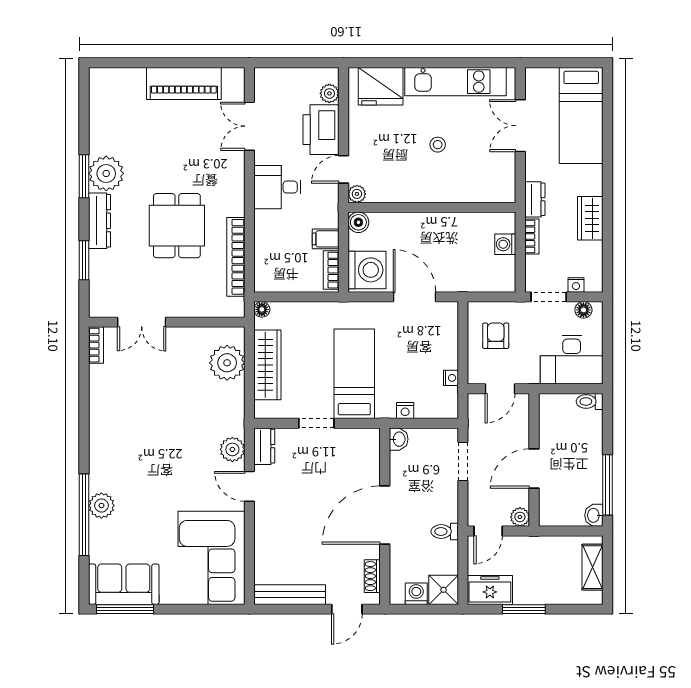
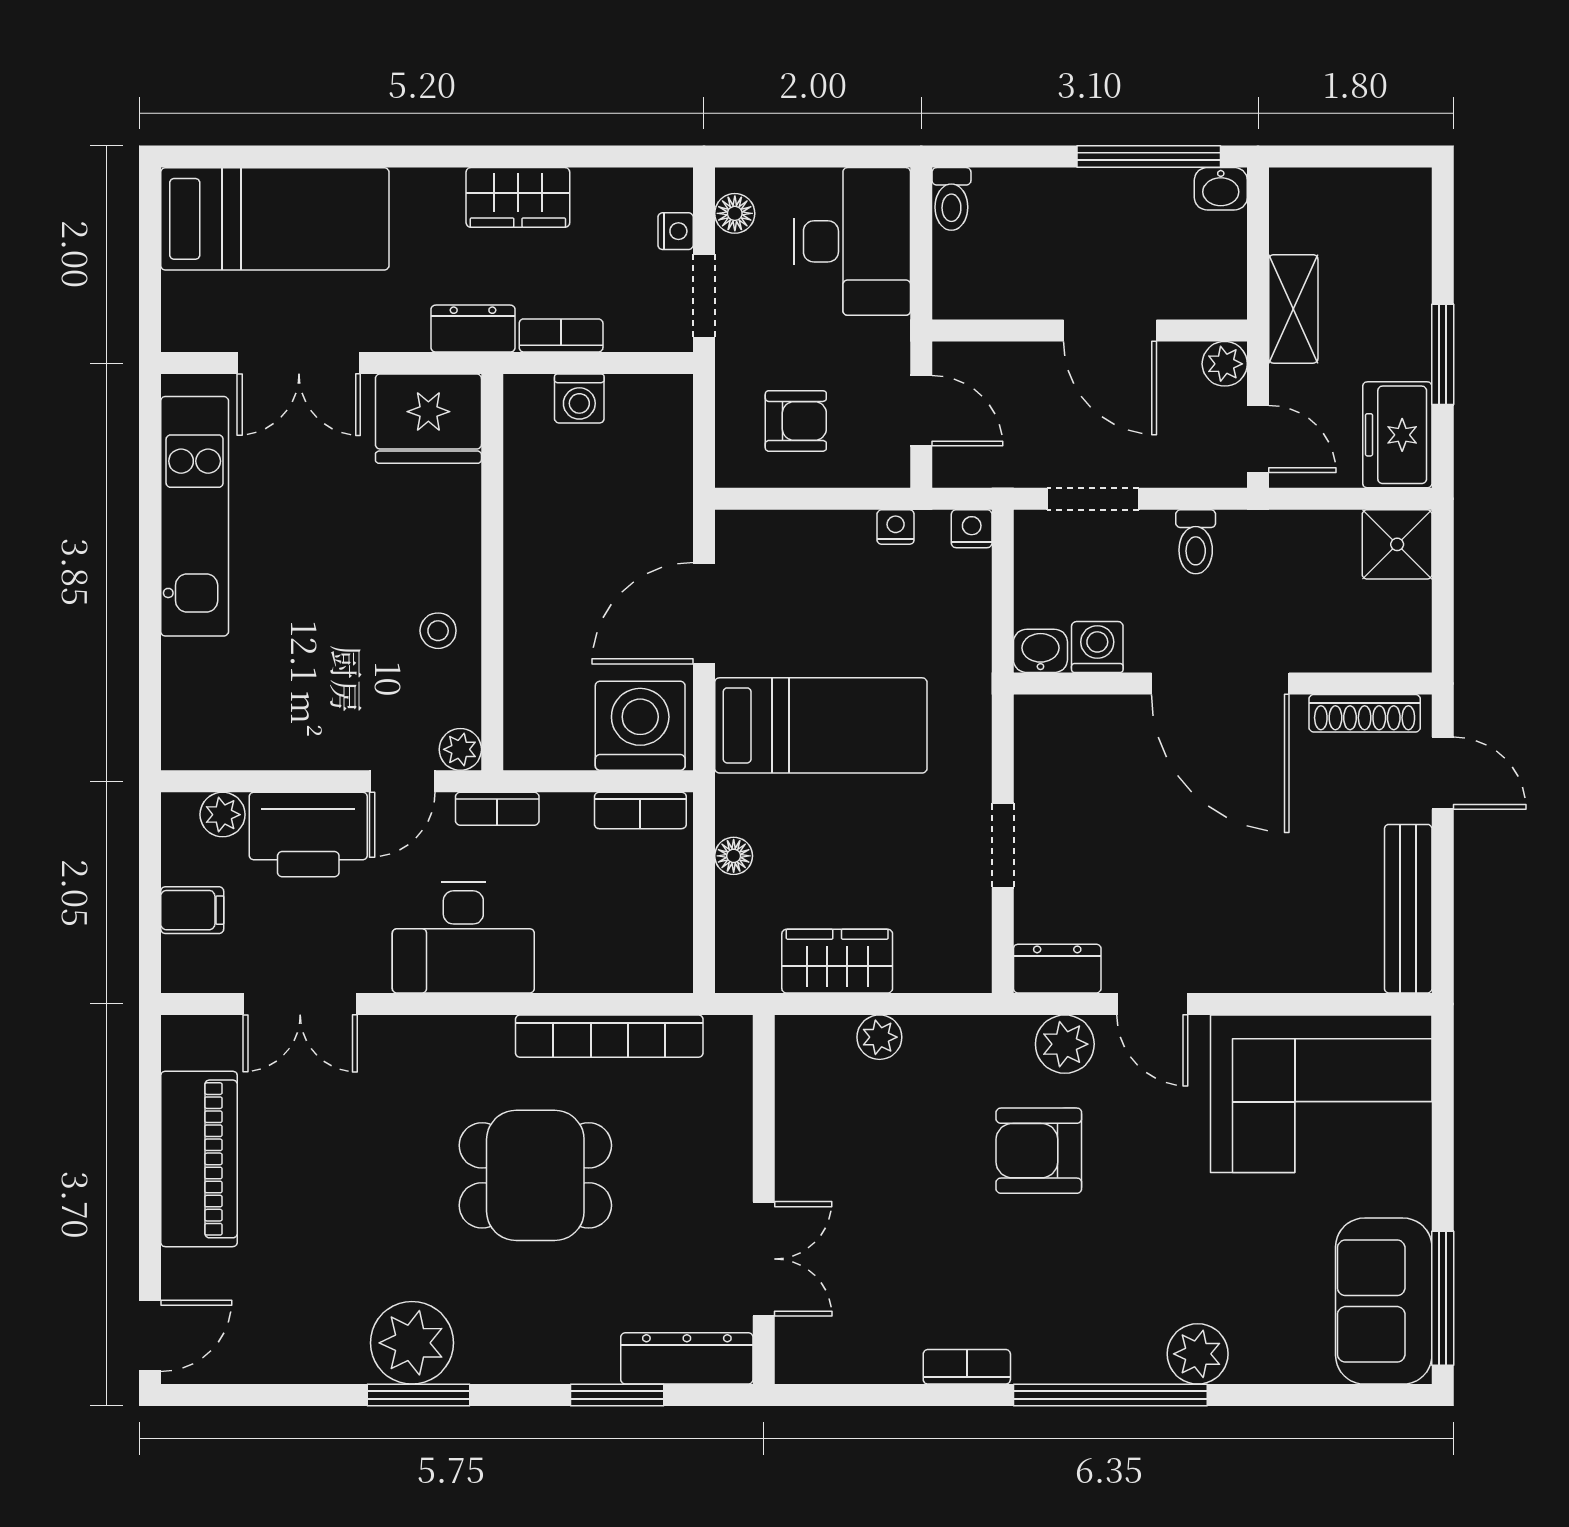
door: (109, 63) -> (150, 1336), added
fridge: (381, 86) -> (428, 419), moved, turned 90
stool: (438, 145) -> (438, 631), moved
door: (343, 169) -> (402, 781), hinge flipped
desk: (277, 187) -> (463, 937), width x1.37
bookcase: (332, 210) -> (497, 809), added
dresser: (100, 221) -> (687, 1358), moved
boiler: (358, 222) -> (527, 746), removed
filing cabinet: (326, 239) -> (192, 910), moved, turned -90
floor lamp: (262, 309) -> (734, 856), moved
armchair: (496, 336) -> (796, 421), turned 180
bookcase: (96, 345) -> (967, 1367), moved
plant: (227, 363) -> (879, 1037), width x0.53, depth x0.53
wardrobe: (267, 365) -> (837, 961), width x0.67
bed: (354, 374) -> (821, 725), moved, turned 180
nightstand: (405, 411) -> (972, 529), moved, turned -90
armchair: (187, 438) -> (1039, 1151), added
door: (249, 486) -> (1152, 1004), hinge flipped
window: (84, 515) -> (1110, 1395), moved
toilet: (445, 531) -> (1196, 542), moved
shelving: (593, 567) -> (1293, 309), moved, turned 90
shoe rack: (372, 576) -> (1365, 713), width x1.43
washing machine: (416, 594) -> (1097, 647), moved, turned 90

